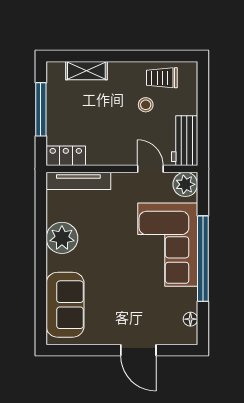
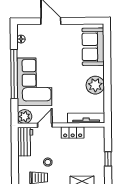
window: (41, 109) -> (108, 159), width x0.46
locker: (66, 156) -> (73, 132), moved
door: (150, 169) -> (45, 125), swing flipped

